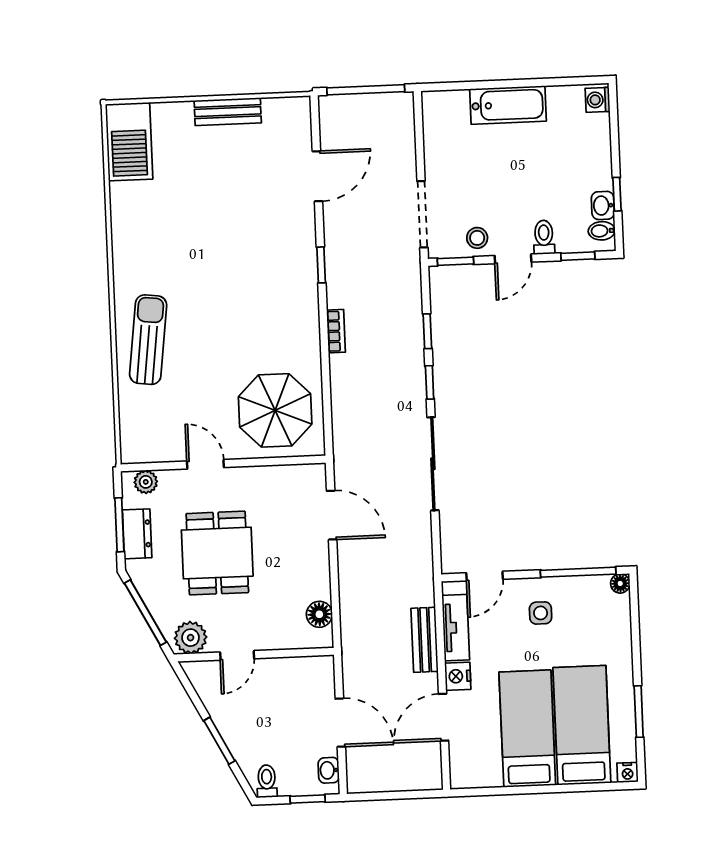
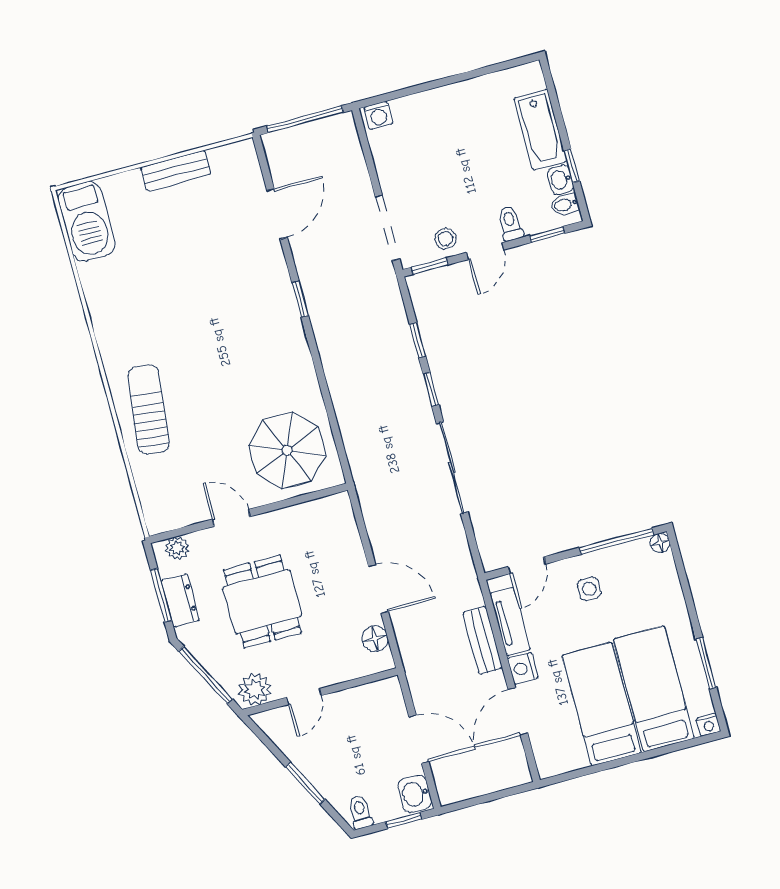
washing machine: (598, 100) -> (378, 115), moved, turned -90
bathtub: (508, 105) -> (540, 130), moved, turned 90
bookcase: (336, 331) -> (329, 360), removed
door: (332, 515) -> (378, 589), moved
washbasin: (329, 770) -> (415, 794), width x1.38, depth x1.45

